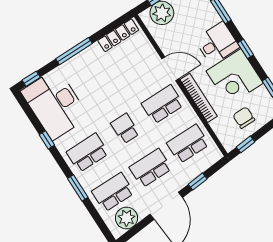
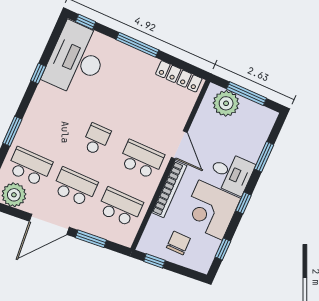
school desk: (88, 153) -> (51, 119), removed
window: (198, 182) -> (91, 239), width x1.50

